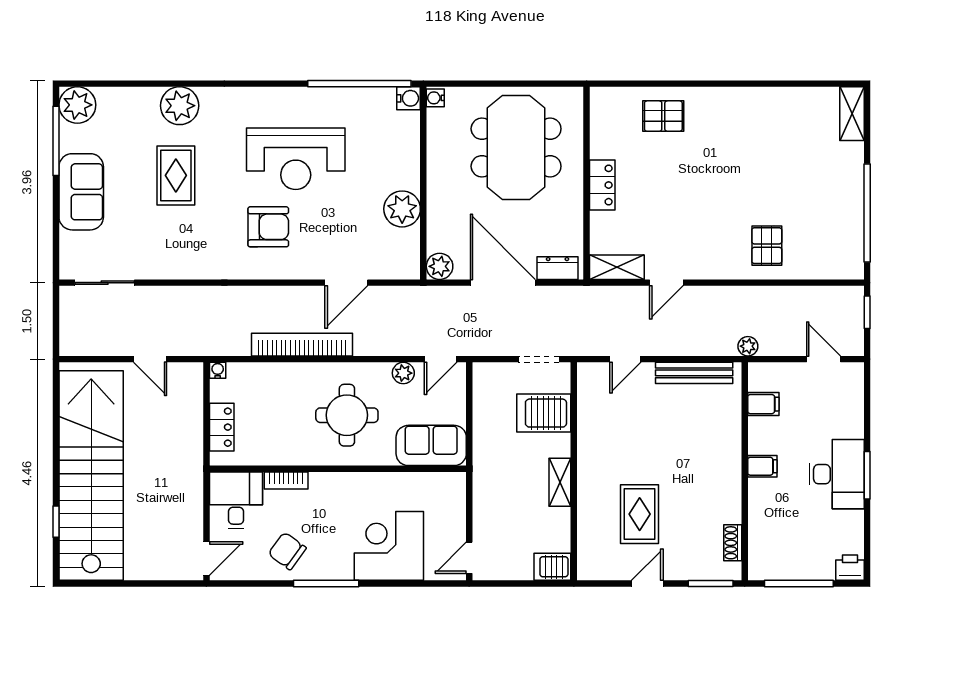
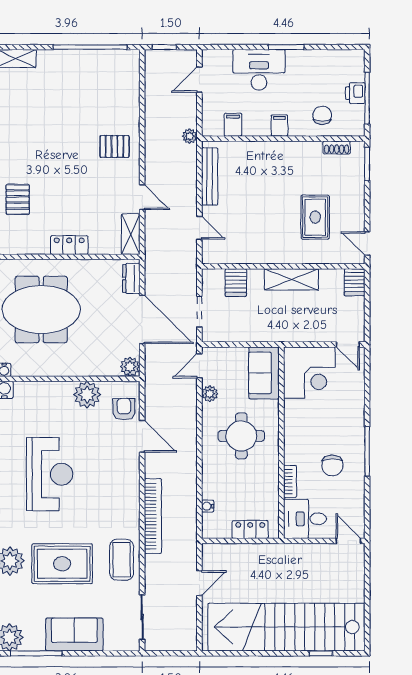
rug: (176, 175) -> (62, 564), width x1.36, depth x1.43
armchair: (268, 227) -> (124, 409), moved, width x0.72, depth x0.72
pallet: (767, 246) -> (115, 146), moved
coffee table: (181, 255) -> (122, 560), added
door: (503, 283) -> (142, 319), swing flipped
bookcase: (302, 345) -> (153, 516), moved, turned 180
door: (441, 359) -> (199, 366), swing flipped
doorway: (539, 359) -> (199, 312), moved
water cooler: (218, 370) -> (208, 506), moved
server rack: (544, 413) -> (236, 283), width x0.73, depth x0.70
desk: (837, 474) -> (259, 70), moved
shelving: (560, 482) -> (291, 279), width x1.50, depth x1.33
rug: (640, 514) -> (315, 217), turned 90
chair: (776, 523) -> (322, 115), added
corner desk: (389, 546) -> (309, 373), moved, turned -90
chair: (287, 551) -> (332, 465), moved, turned -36
printer: (850, 568) -> (355, 93), moved
door: (647, 584) -> (367, 243), moved

